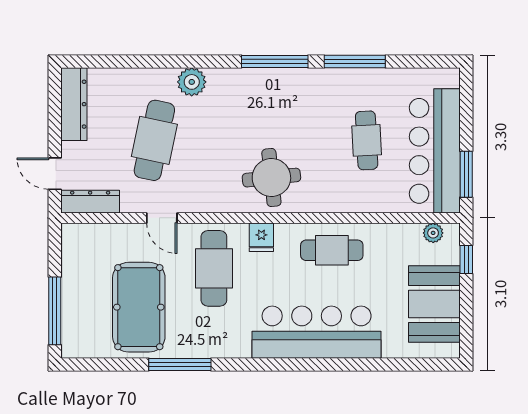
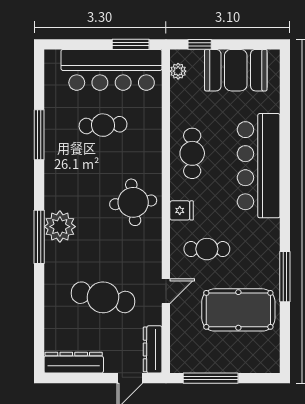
window: (275, 61) -> (39, 237), moved
plant: (192, 82) -> (60, 227), moved, width x1.36, depth x1.36
cafe table: (214, 268) -> (207, 249), width x0.73, depth x0.74
window: (55, 311) -> (211, 378), moved

